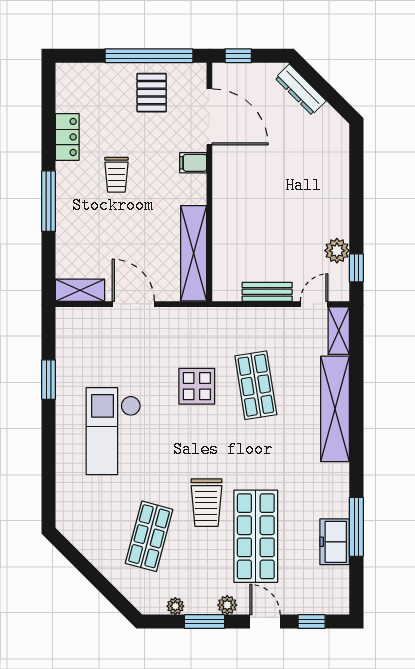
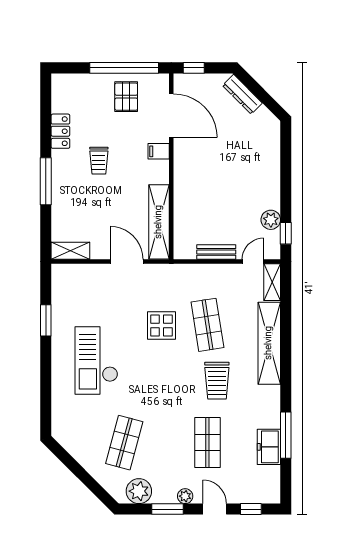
door: (133, 304) -> (127, 262), moved
trolley: (206, 503) -> (217, 381), moved
shop shelf: (256, 536) -> (207, 443), width x0.70, depth x0.74
plant: (175, 606) -> (139, 491), width x1.87, depth x1.87

